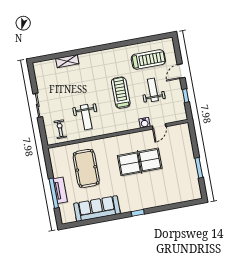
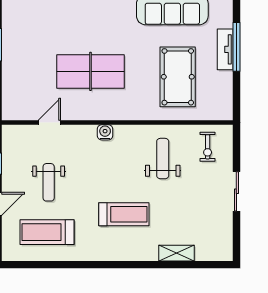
treadmill: (121, 93) -> (124, 214), moved, turned -90
water cooler: (144, 123) -> (105, 132), moved

